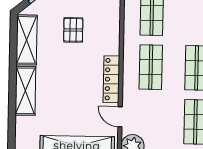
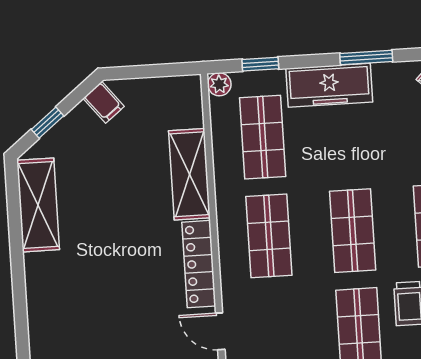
pallet: (73, 30) -> (122, 180), removed
shelving: (25, 91) -> (189, 174), moved

